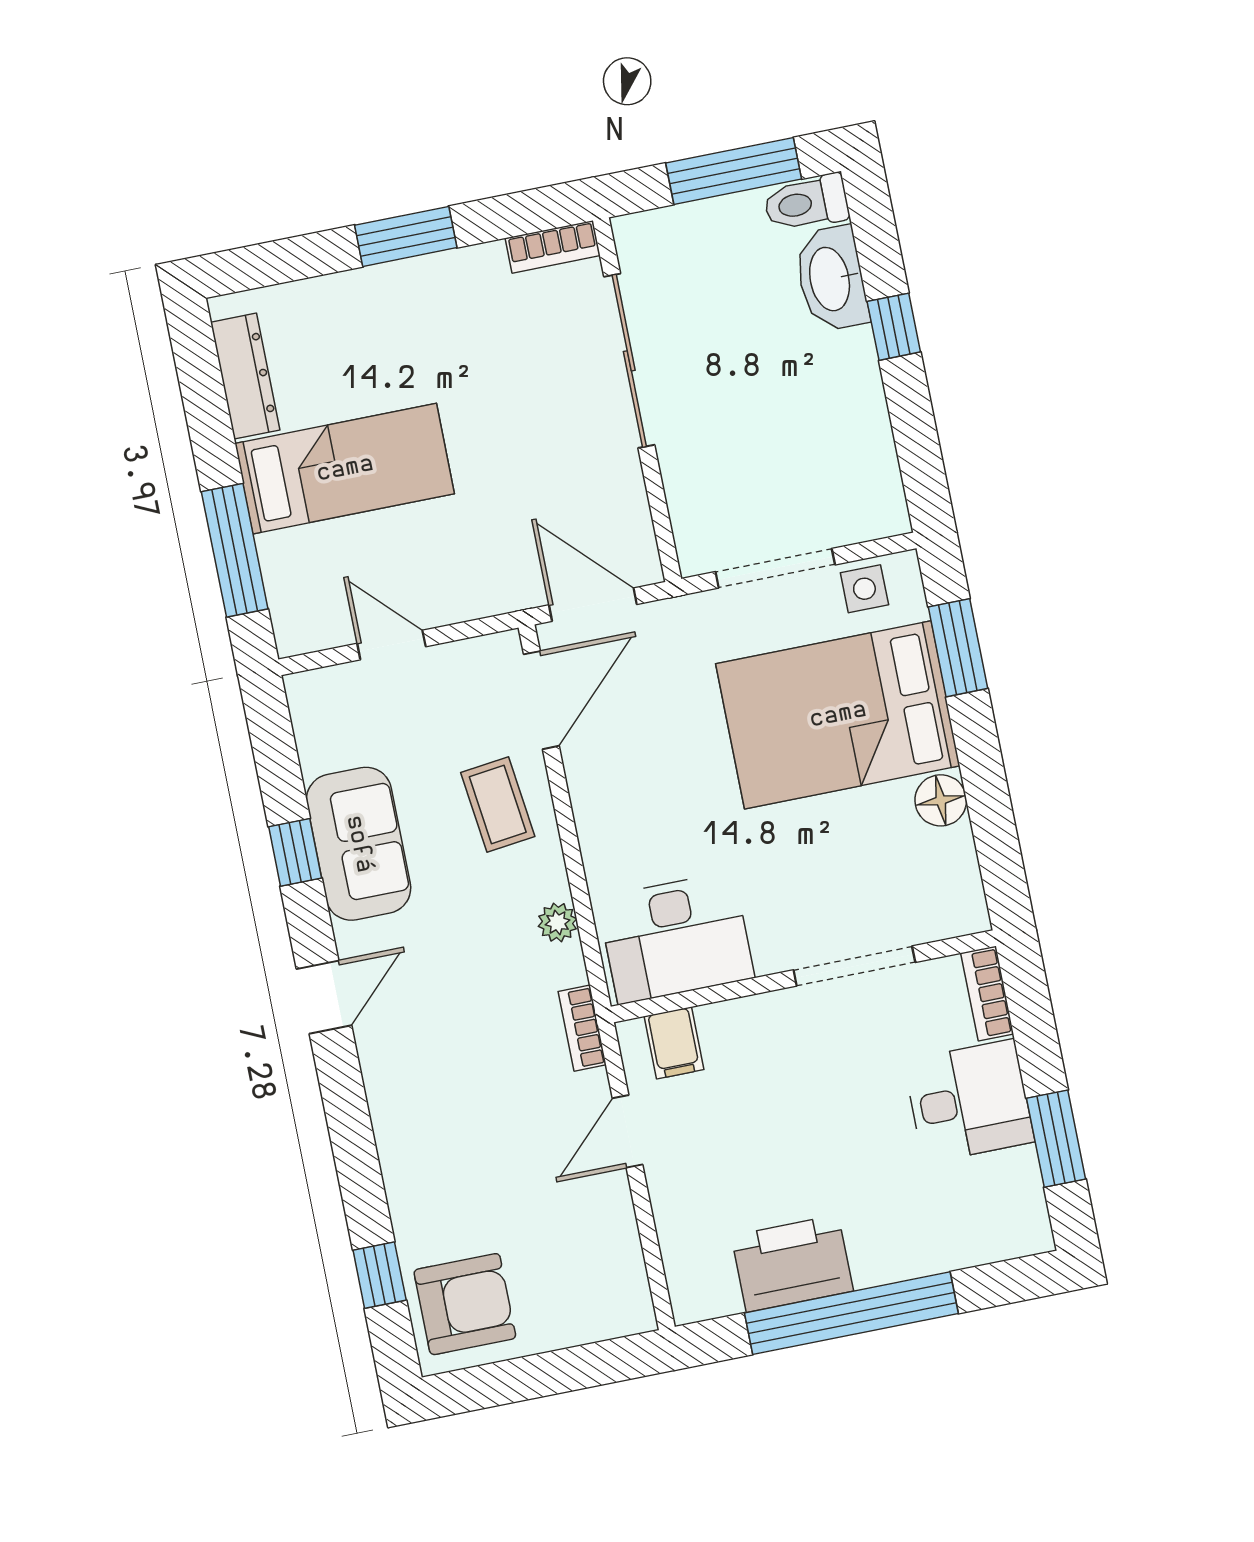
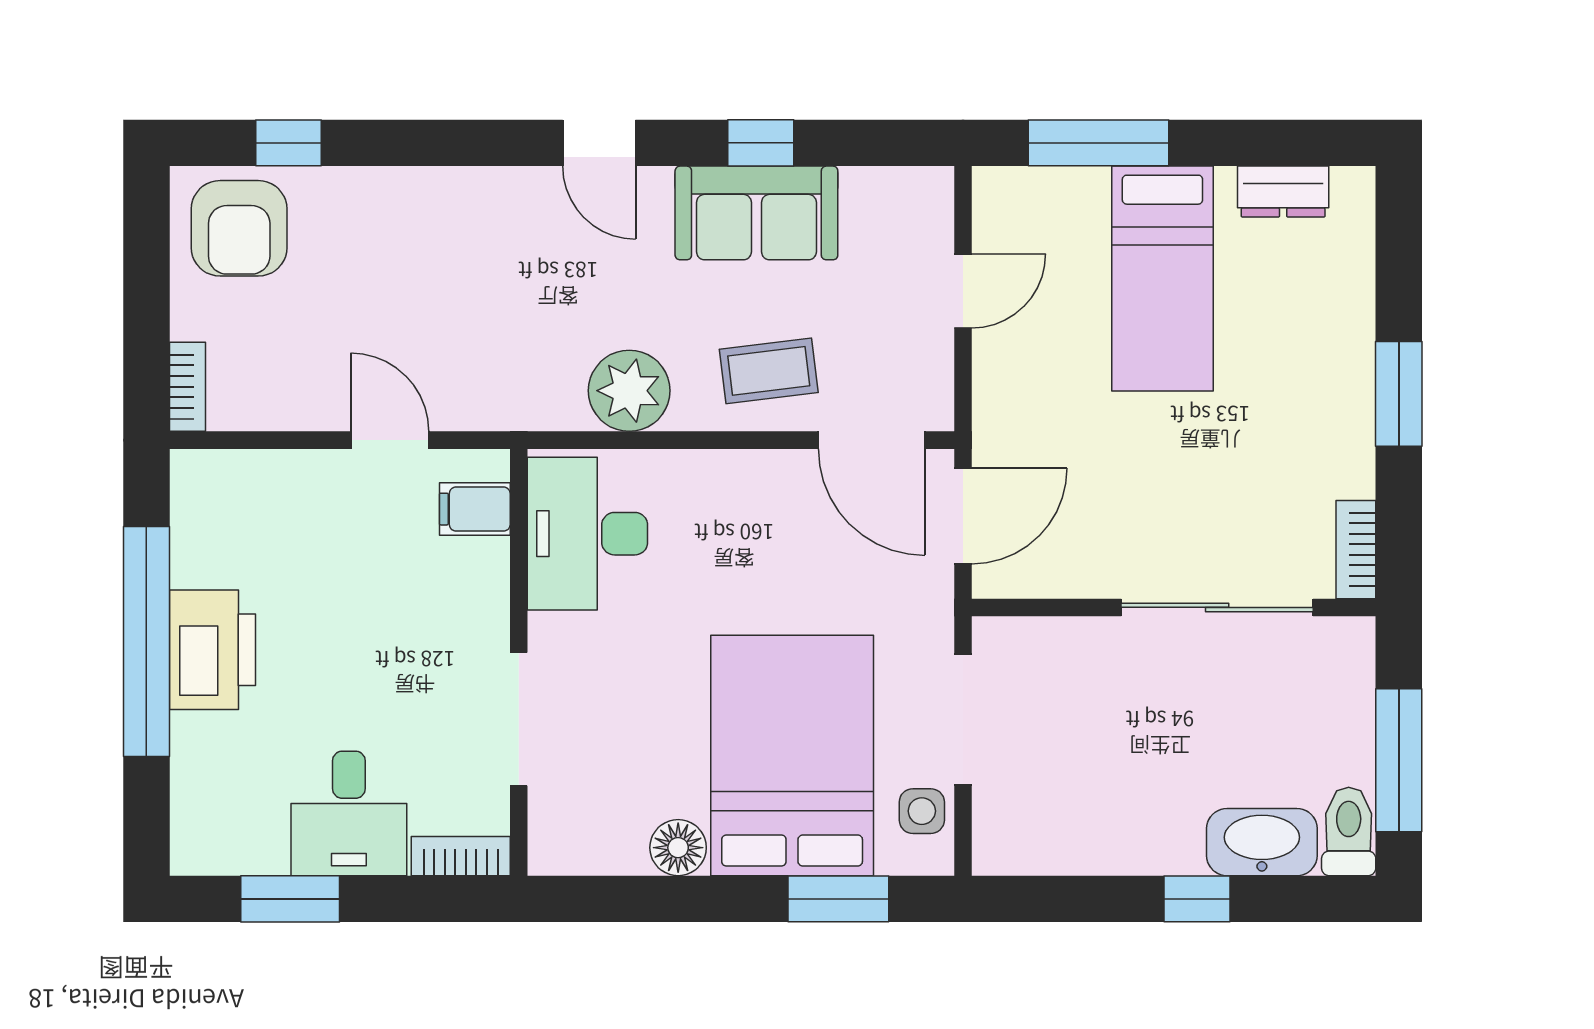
dresser: (245, 376) -> (1283, 192), width x0.70
plant: (557, 922) -> (629, 391), width x1.88, depth x1.88
bookcase: (582, 1028) -> (187, 387), moved, turned 90
printer: (792, 1263) -> (213, 650), moved

